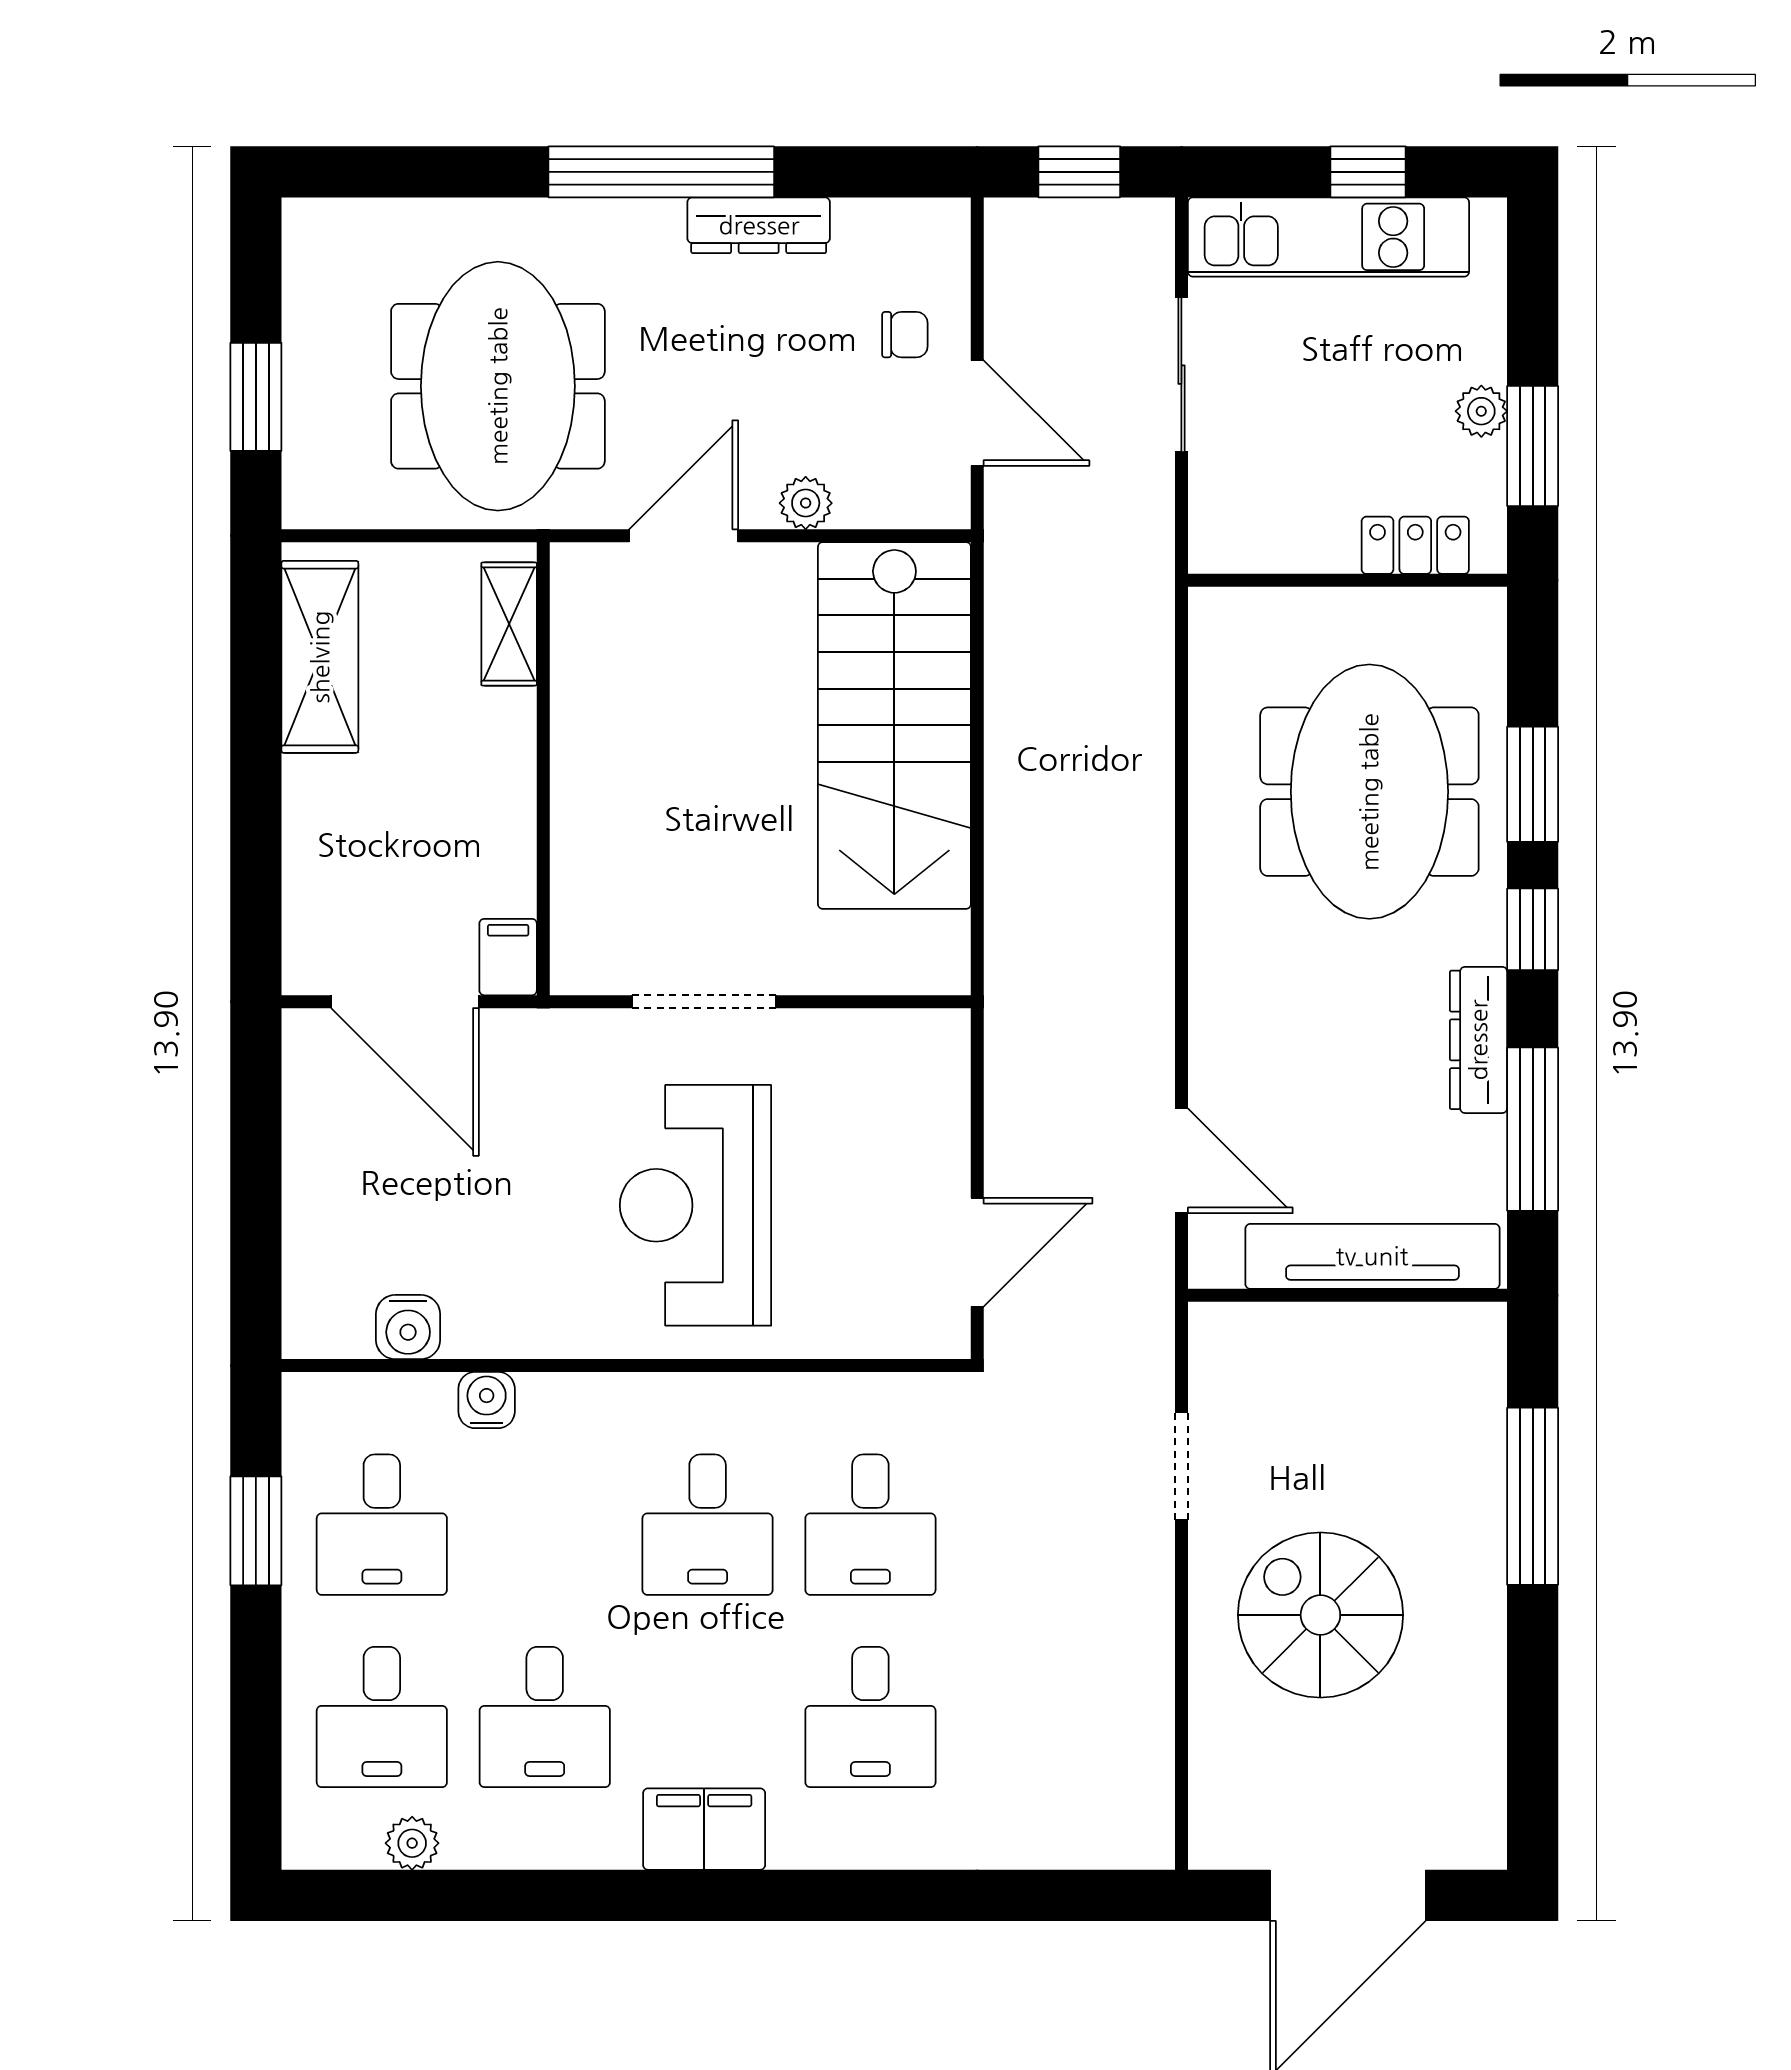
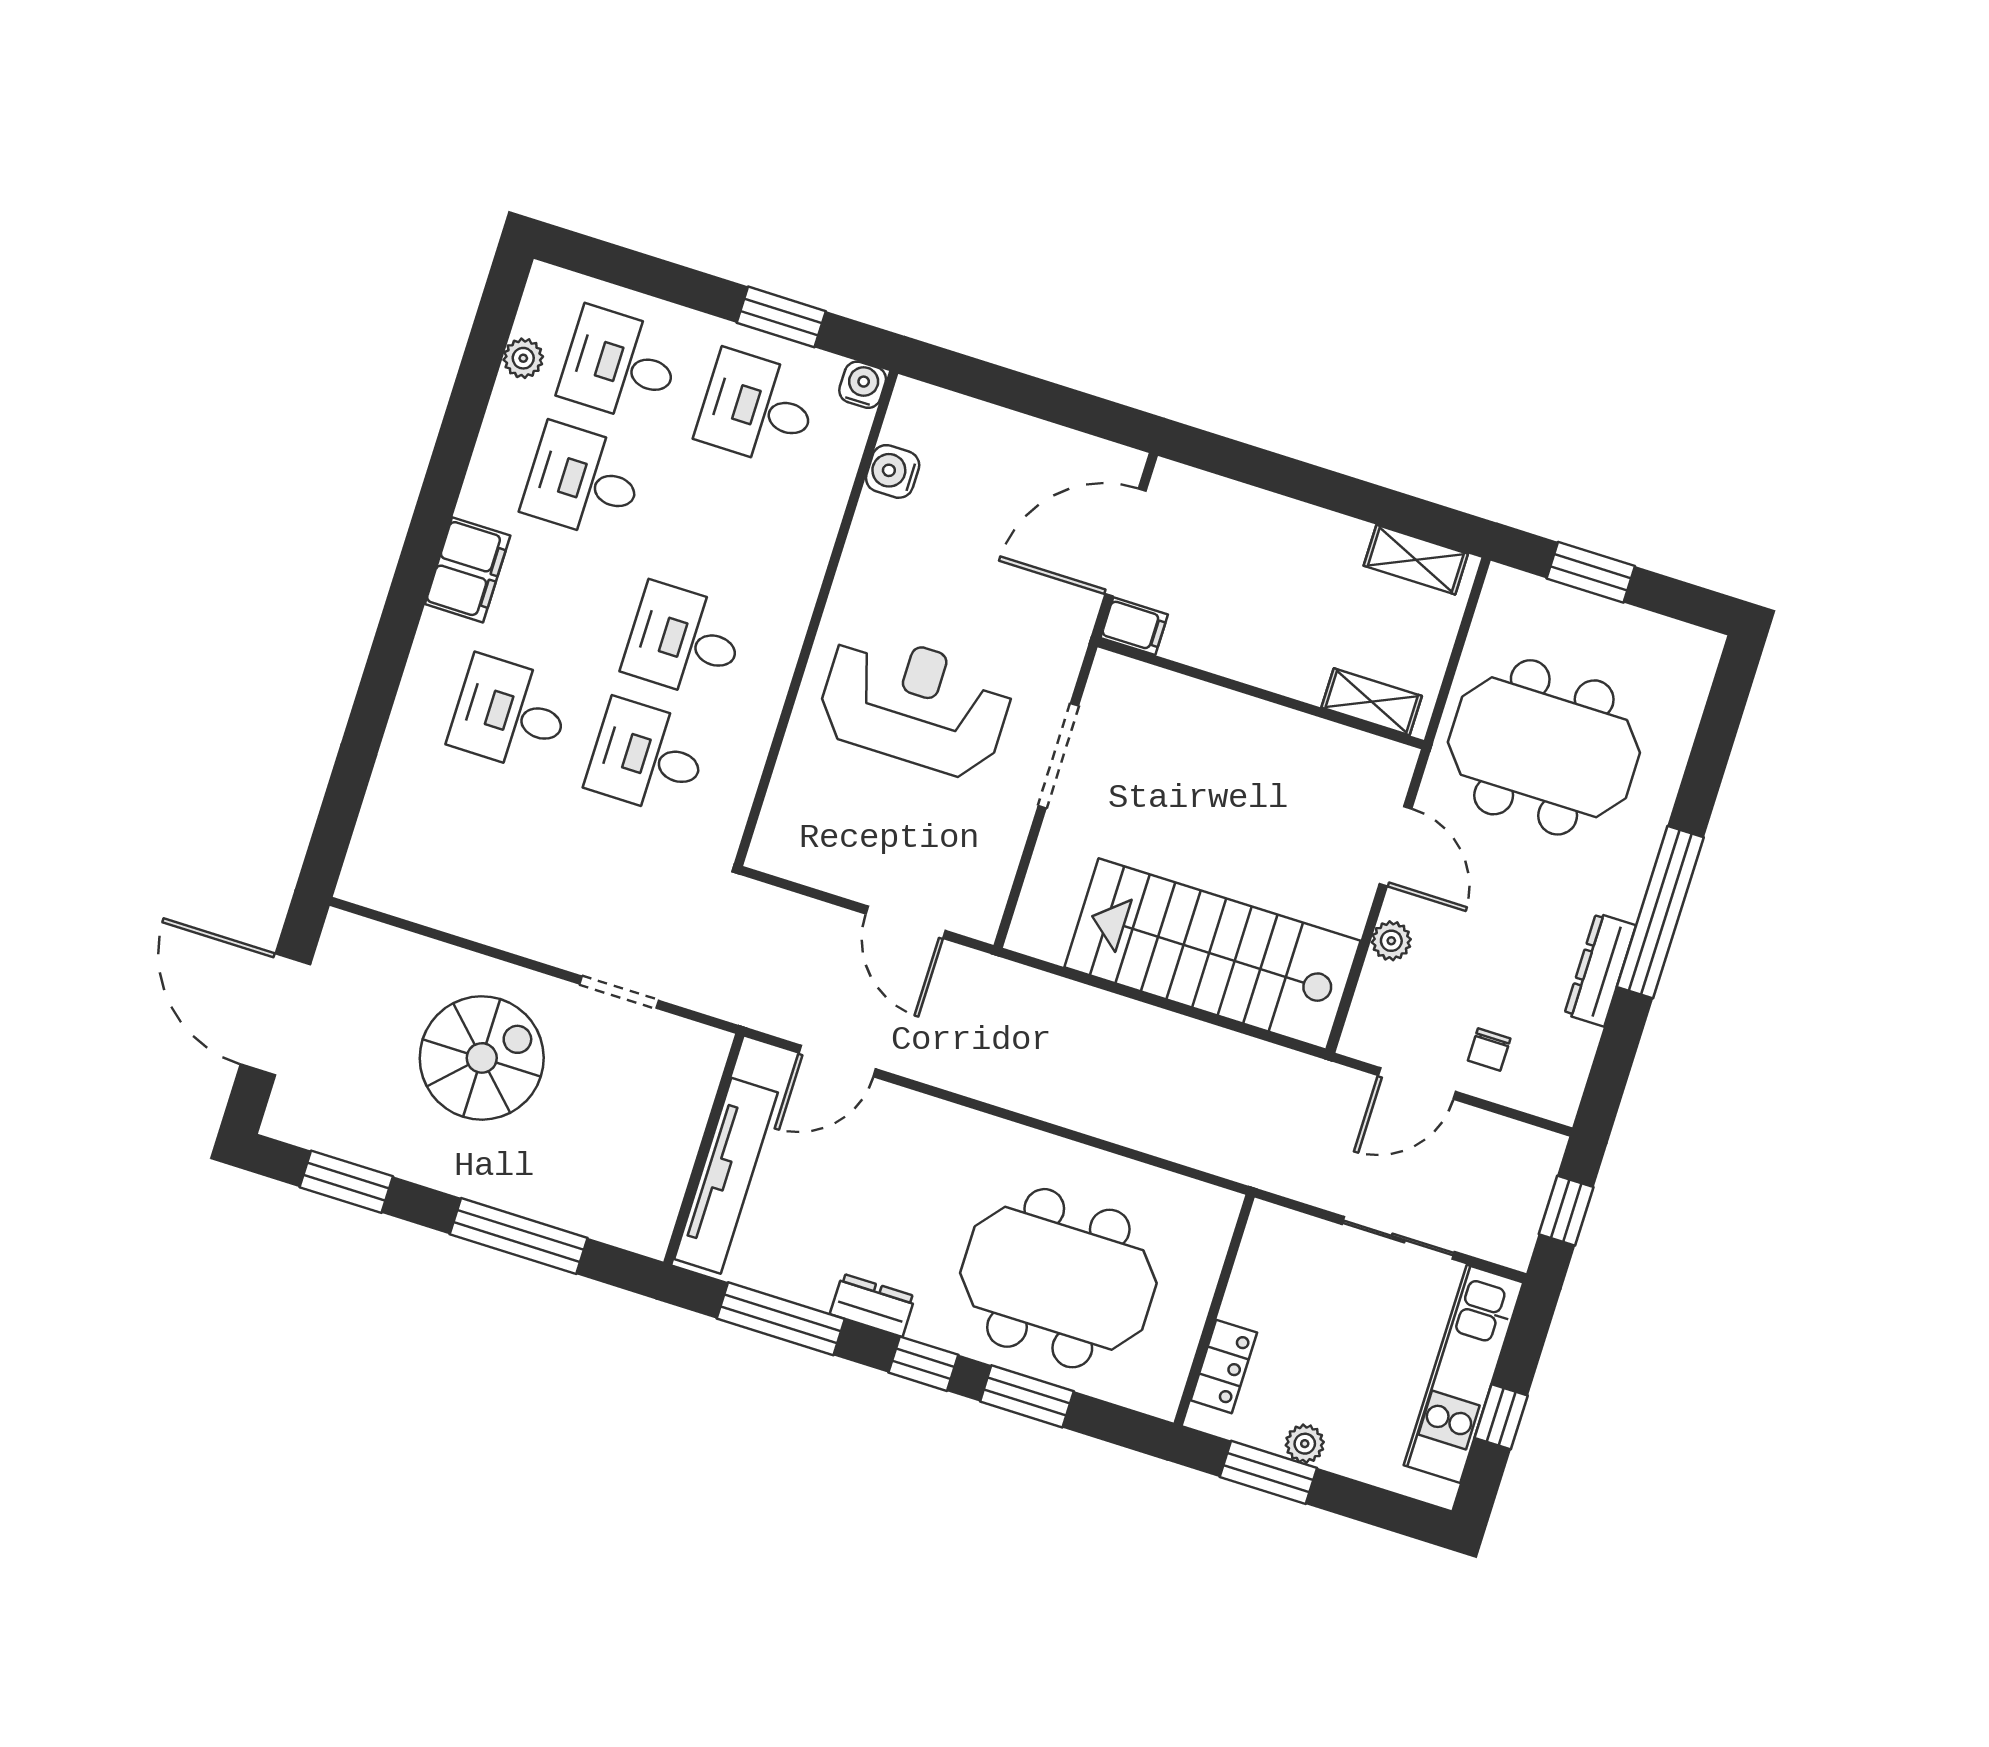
shelving: (320, 657) -> (1416, 560), width x0.67, depth x0.75
dresser: (1478, 1040) -> (873, 1305), width x0.70
door: (977, 1252) -> (906, 922), moved
water cooler: (487, 1400) -> (863, 385), moved, turned -90
window: (1533, 1738) -> (346, 1182), added

